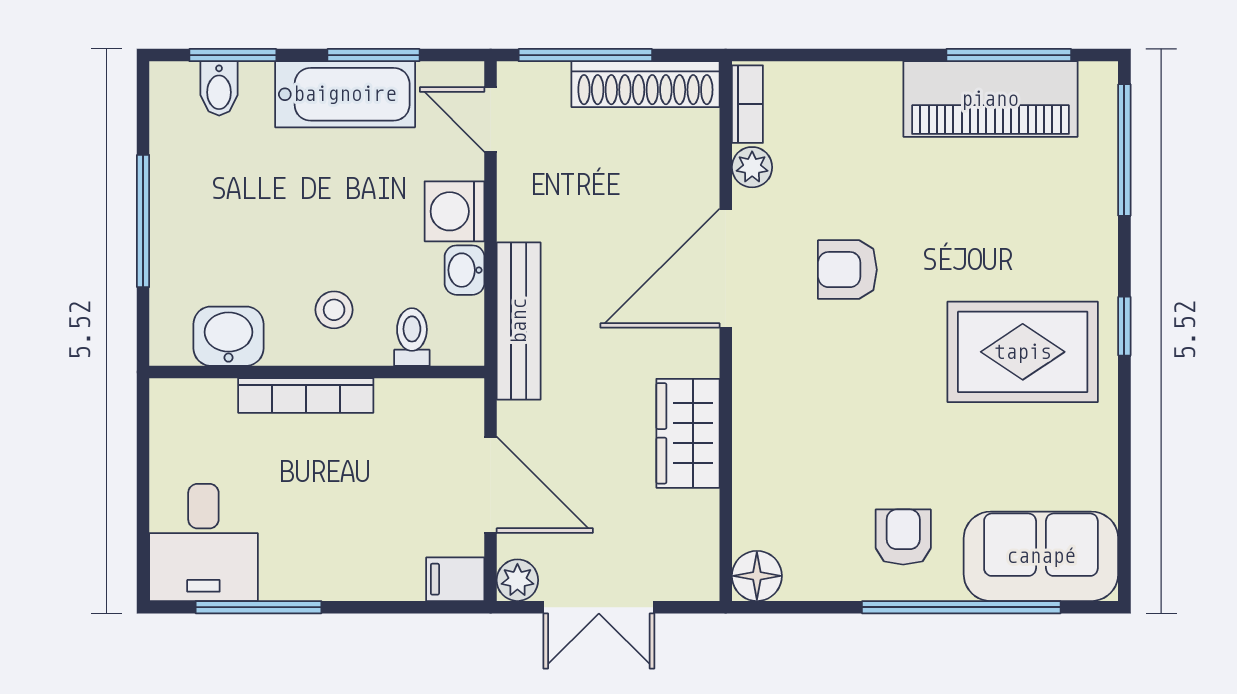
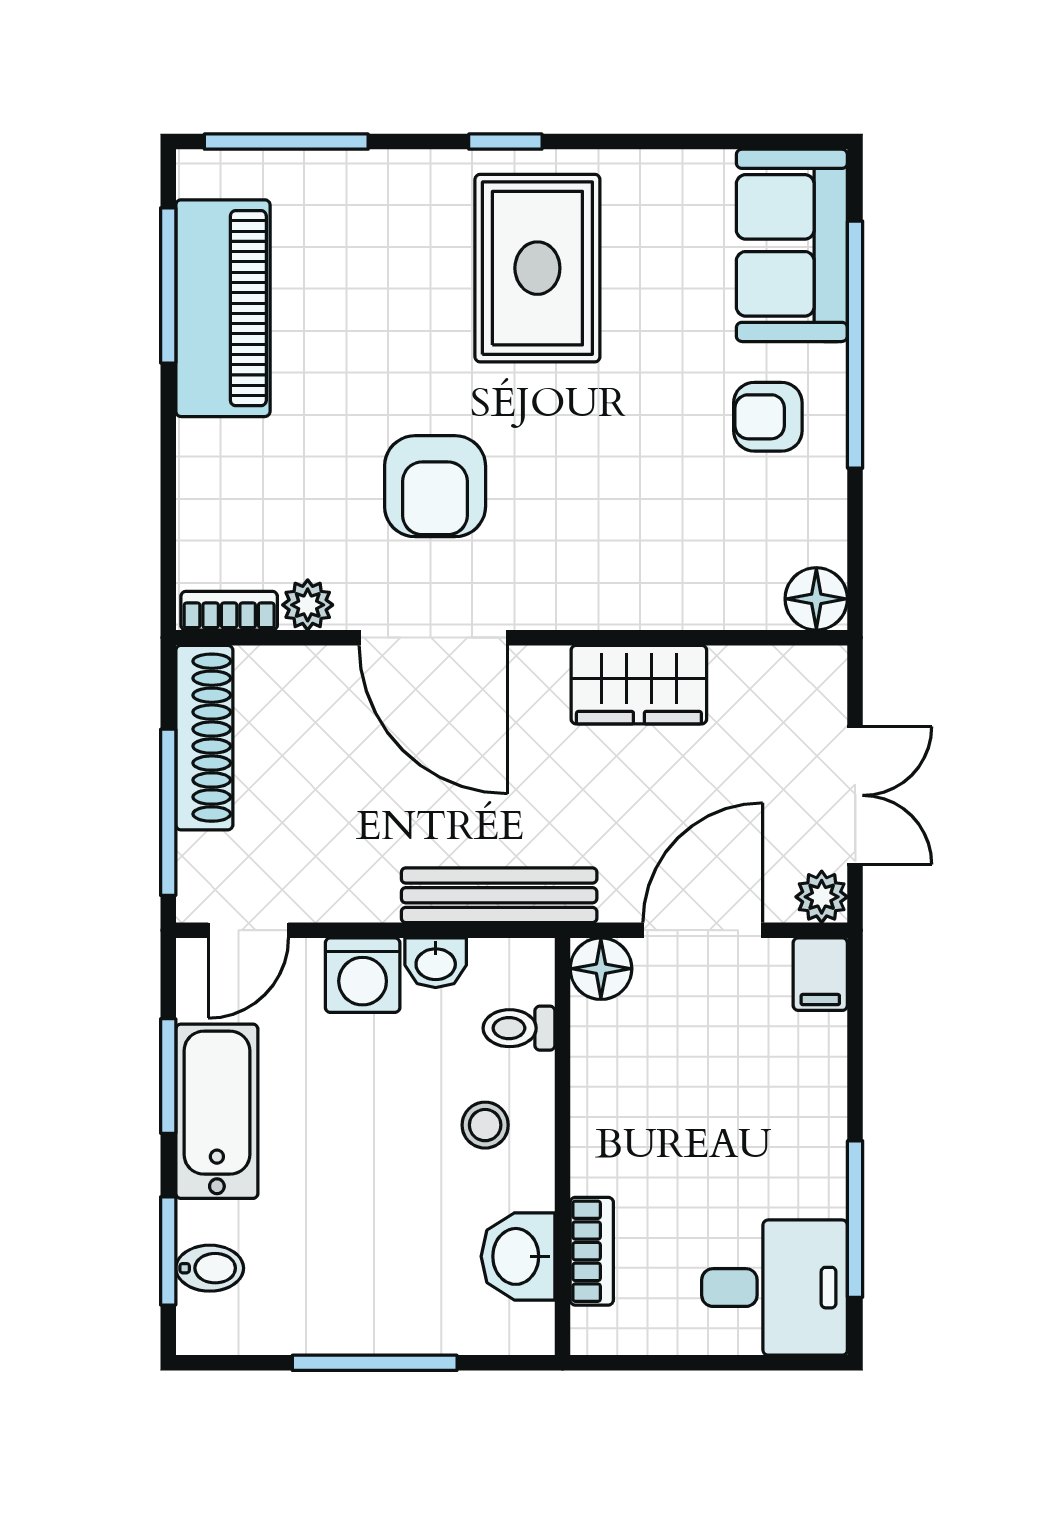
armchair: (847, 270) -> (435, 486), width x1.38, depth x1.38
bookcase: (306, 395) -> (592, 1251), moved, width x0.64
floor lamp: (460, 403) -> (601, 969), added

